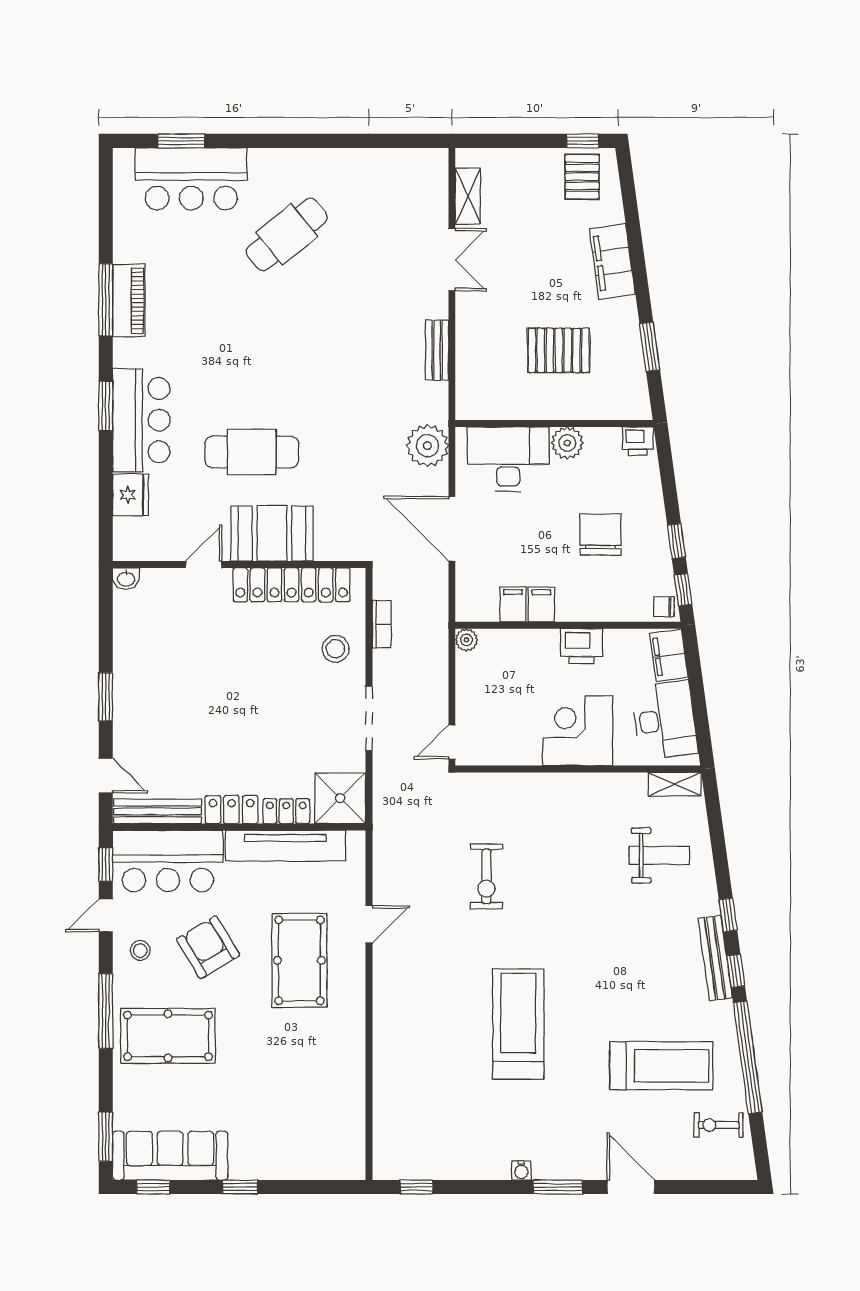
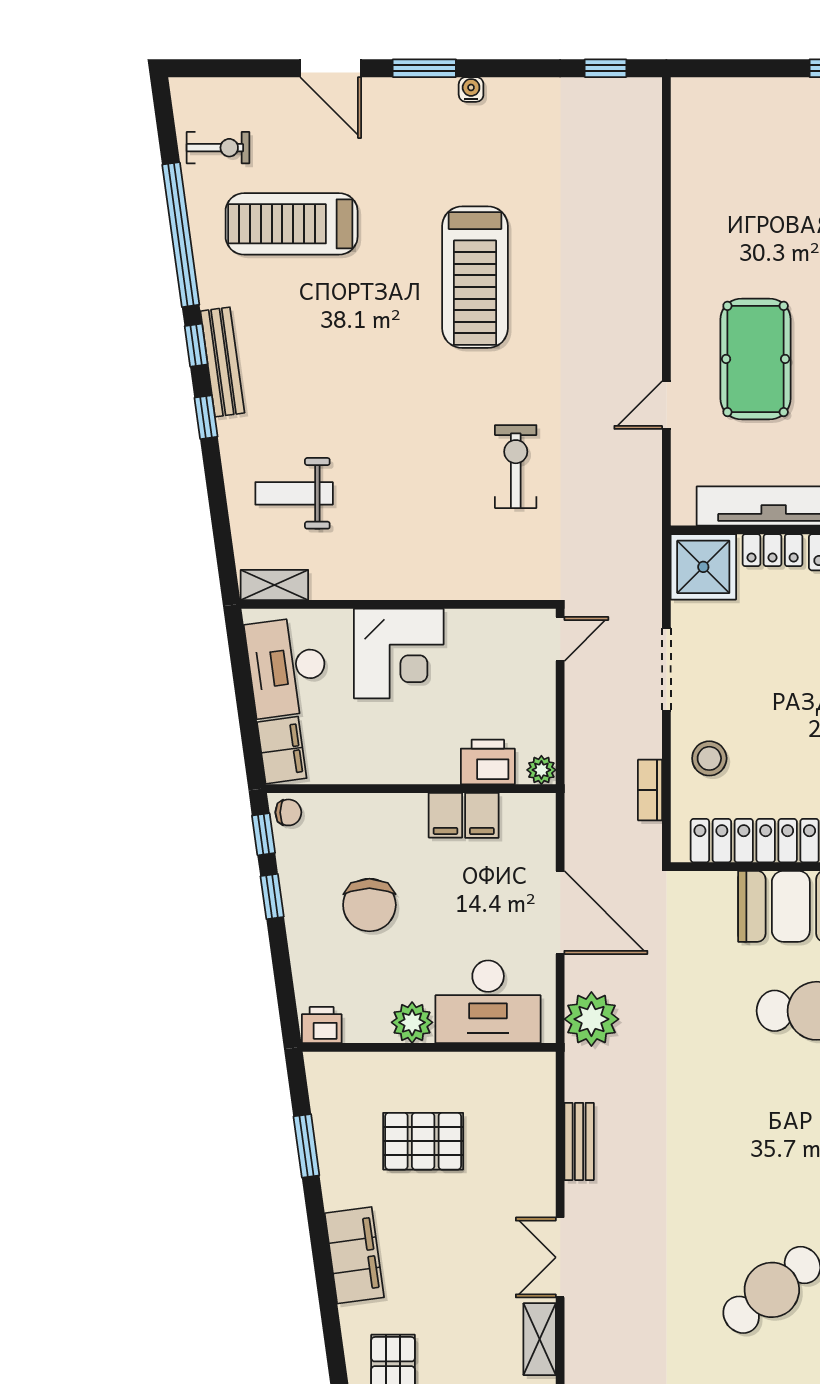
printer: (581, 646) -> (488, 762), moved

